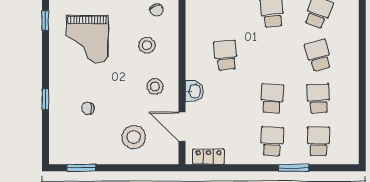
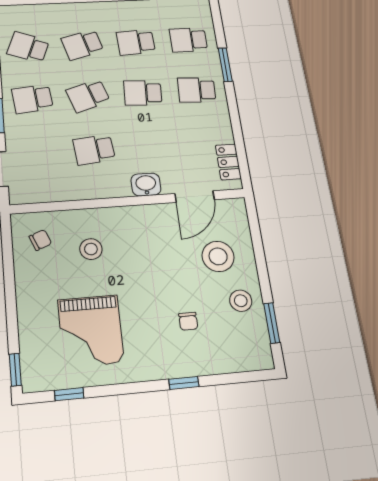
grand piano: (87, 39) -> (91, 331), turned 90
school desk: (272, 55) -> (88, 96), added
stool: (155, 86) -> (241, 301), moved

